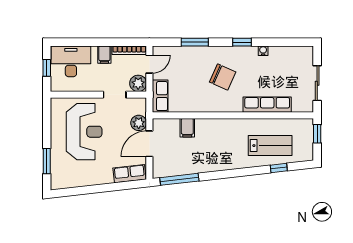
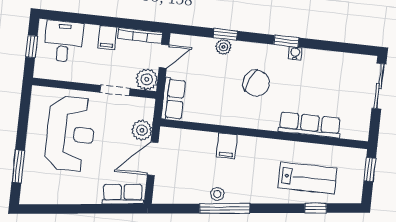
window: (195, 42) -> (225, 34), width x0.67
water cooler: (263, 51) -> (295, 53), moved
plant: (194, 52) -> (223, 47), added
desk: (71, 61) -> (63, 41), width x0.73
sliding door: (317, 83) -> (379, 86), moved
filing cabinet: (187, 128) -> (227, 146), moved
stool: (202, 165) -> (217, 194), added
window: (179, 179) -> (225, 208), moved

